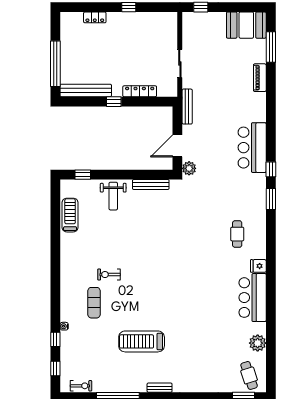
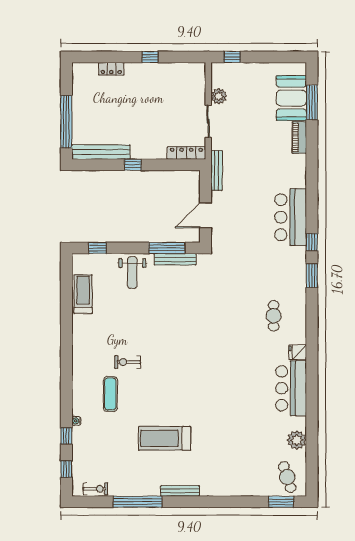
booth: (246, 25) -> (291, 98), moved, turned 90
locker: (140, 91) -> (186, 153), moved
plant: (189, 168) -> (219, 96), moved
window: (144, 175) -> (167, 248), added
bench: (160, 388) -> (180, 491), width x1.36

